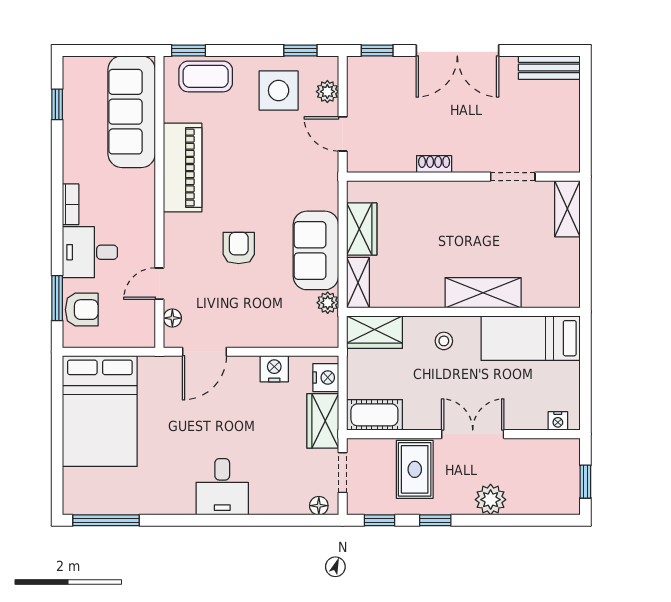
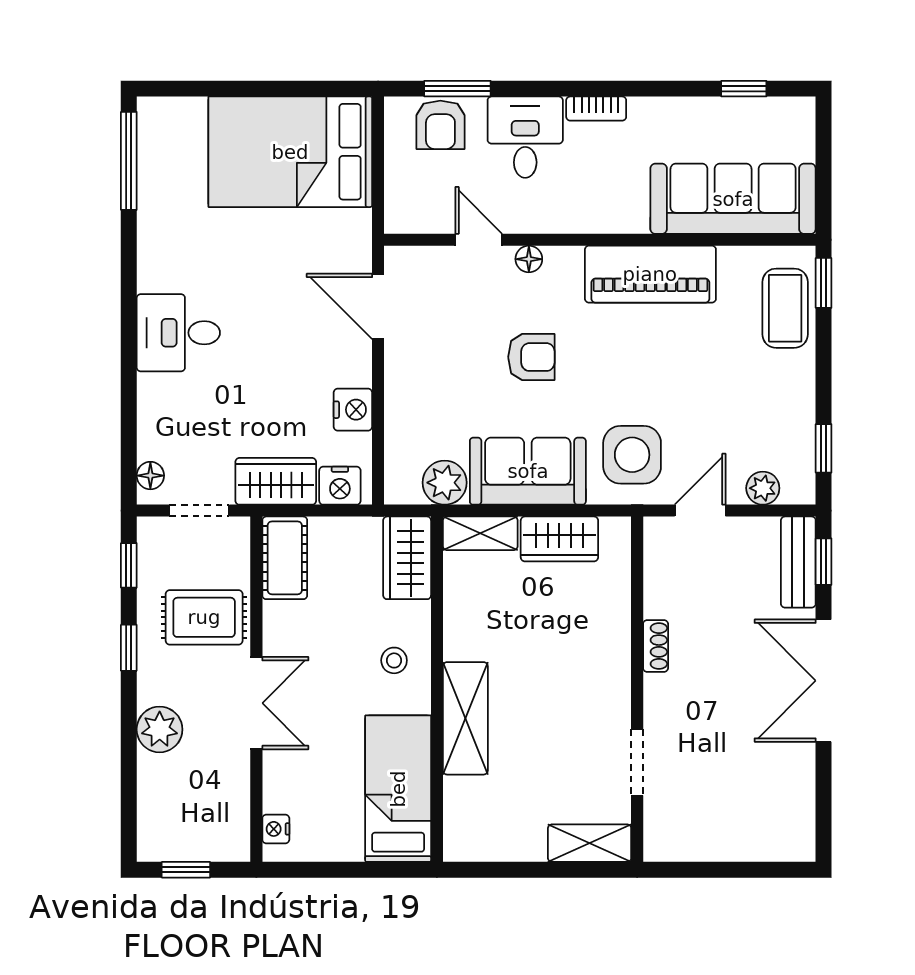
bench: (549, 68) -> (798, 562), moved
side table: (279, 90) -> (632, 455), moved
plant: (328, 303) -> (445, 483), width x1.38, depth x1.38
floor lamp: (172, 318) -> (529, 259), moved

